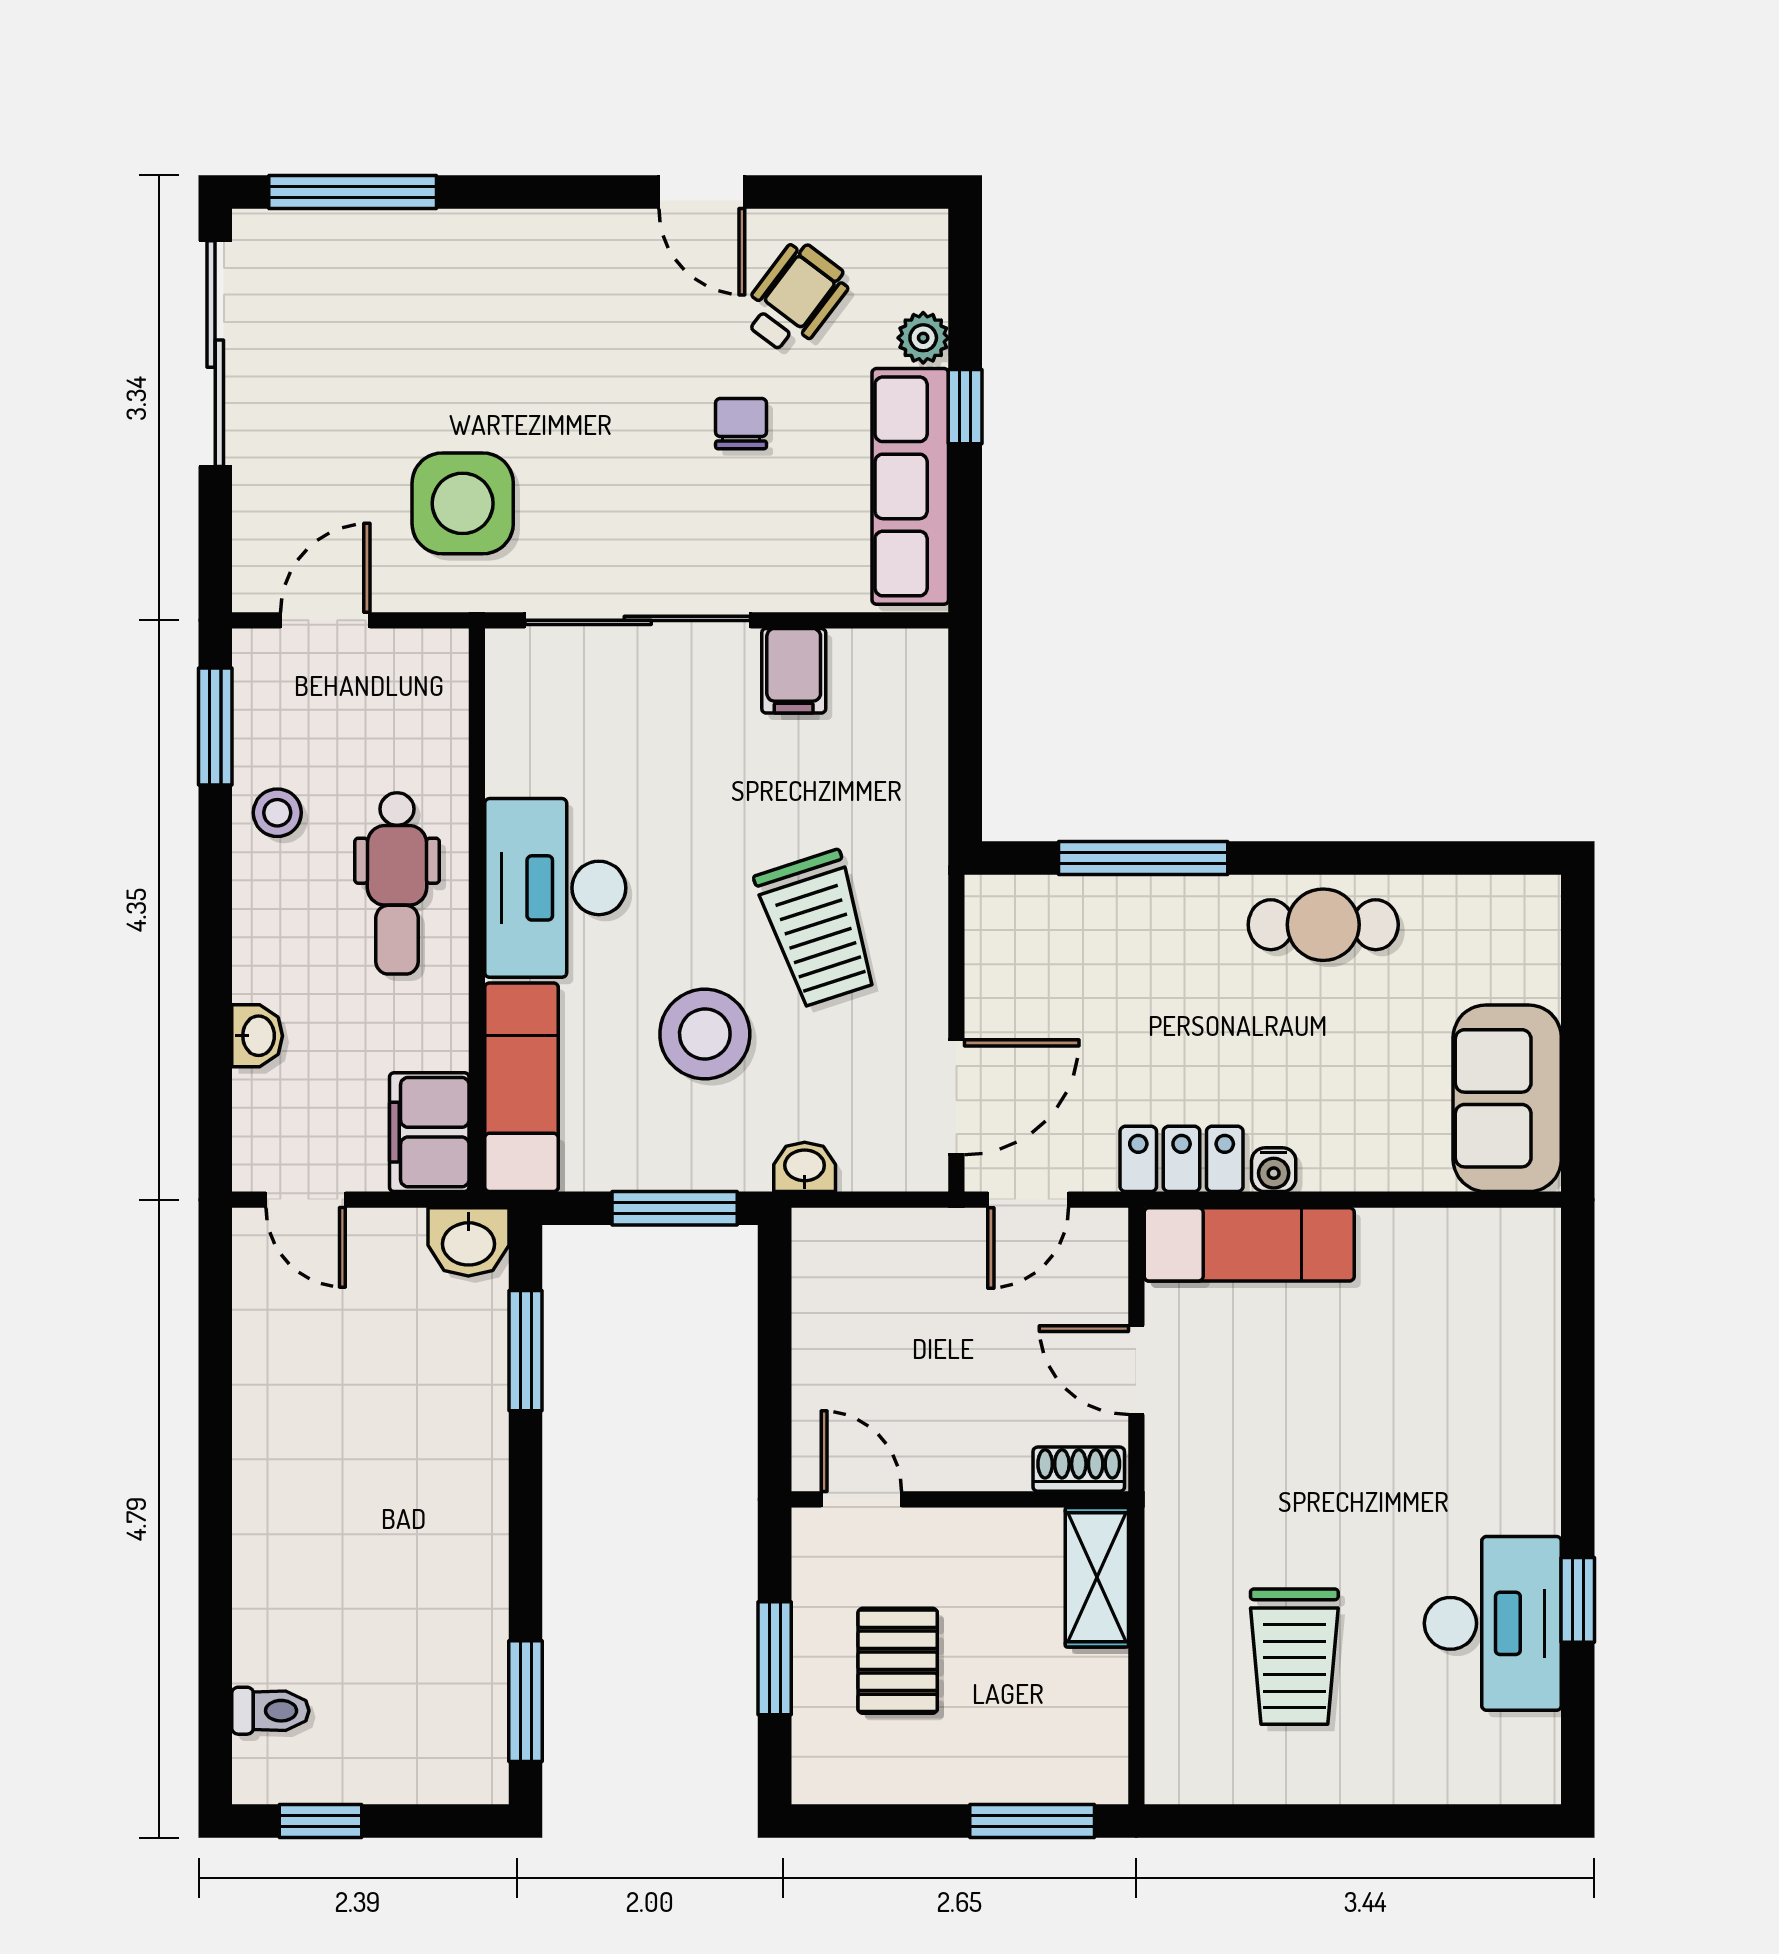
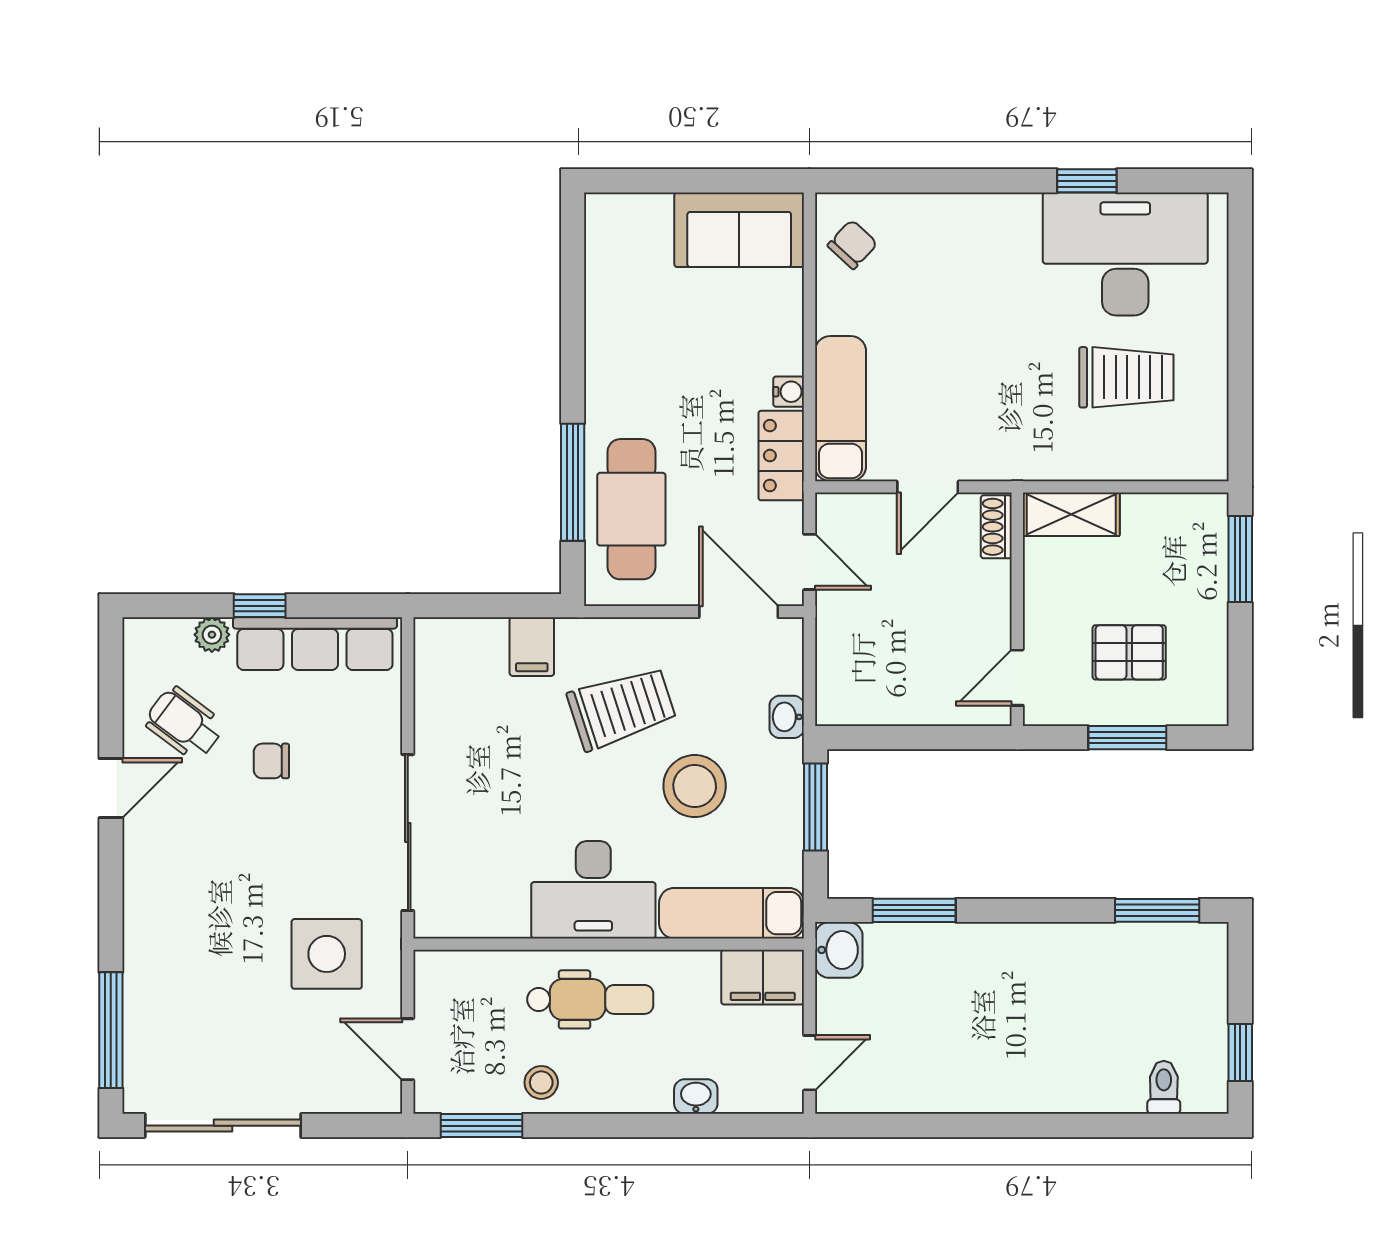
filing cabinet: (794, 671) -> (532, 647), moved, turned 90
cafe table: (1323, 925) -> (631, 509), moved, width x1.37, depth x1.35
chair: (1486, 1262) -> (852, 244), added
desk: (1493, 1623) -> (1125, 254), width x1.36, depth x1.30

